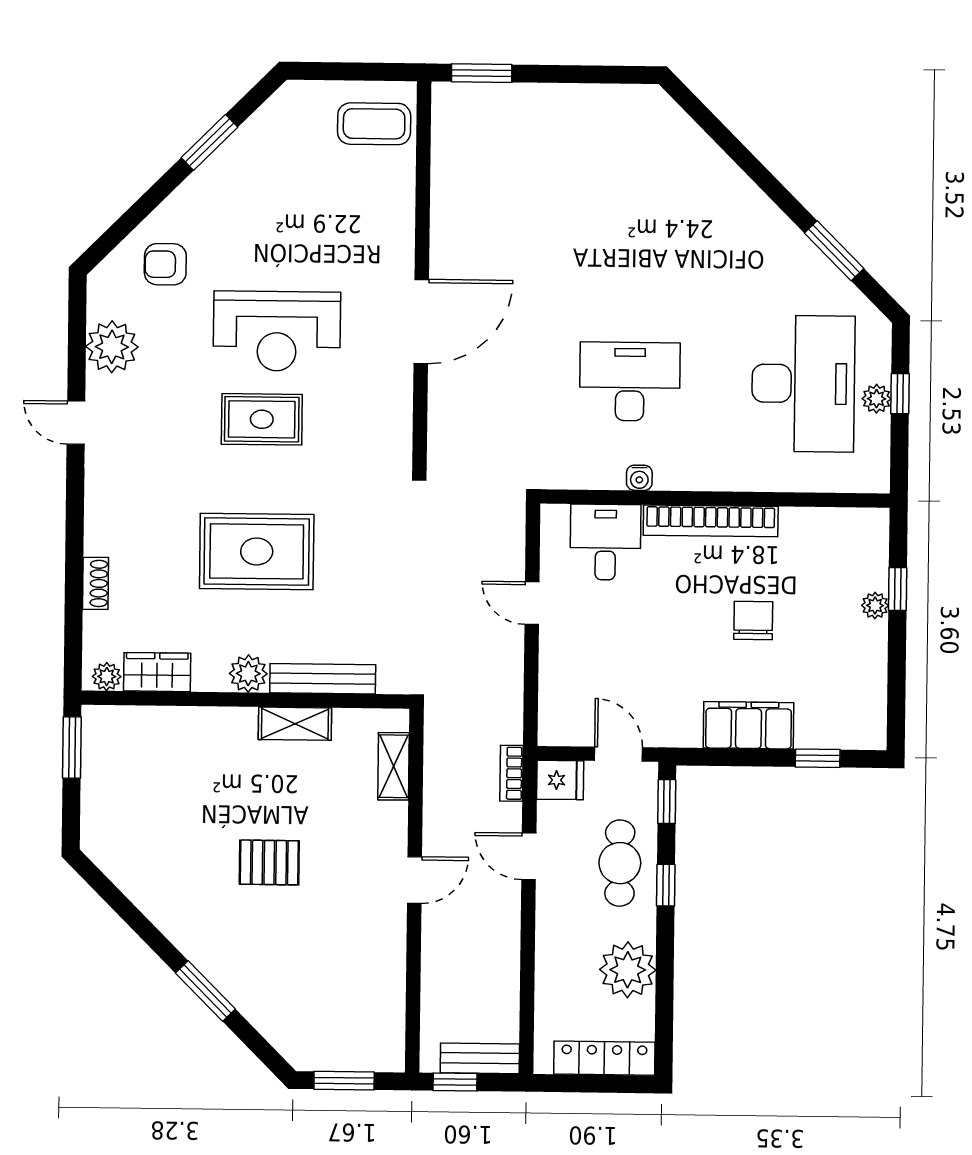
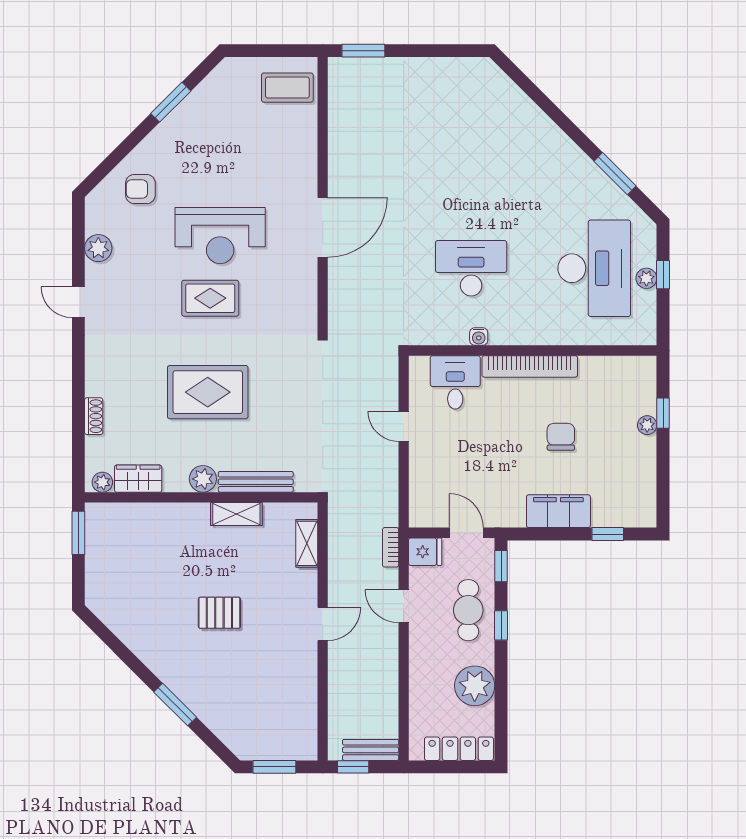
plant: (112, 347) -> (98, 248), width x0.73, depth x0.73

